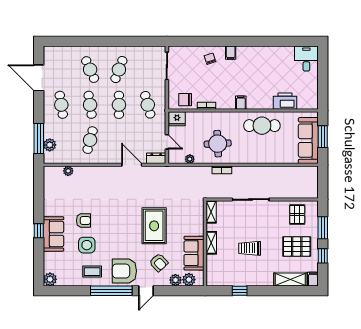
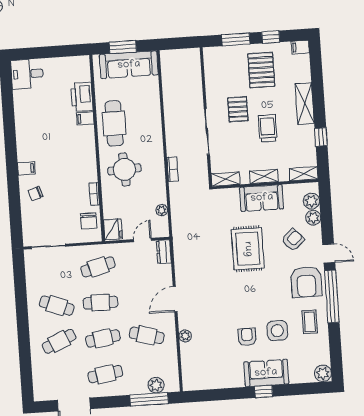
filing cabinet: (241, 103) -> (85, 118), moved
round table: (218, 144) -> (124, 169), moved
door: (132, 165) -> (175, 299), moved
plant: (68, 171) -> (185, 336), moved
pallet: (297, 214) -> (238, 109), moved, turned 90
rug: (154, 226) -> (248, 249), turned 90
trolley: (250, 248) -> (268, 128), turned 180
sofa: (194, 253) -> (262, 198), moved
shelving: (211, 275) -> (304, 174), added
shelving: (290, 279) -> (305, 104), moved

